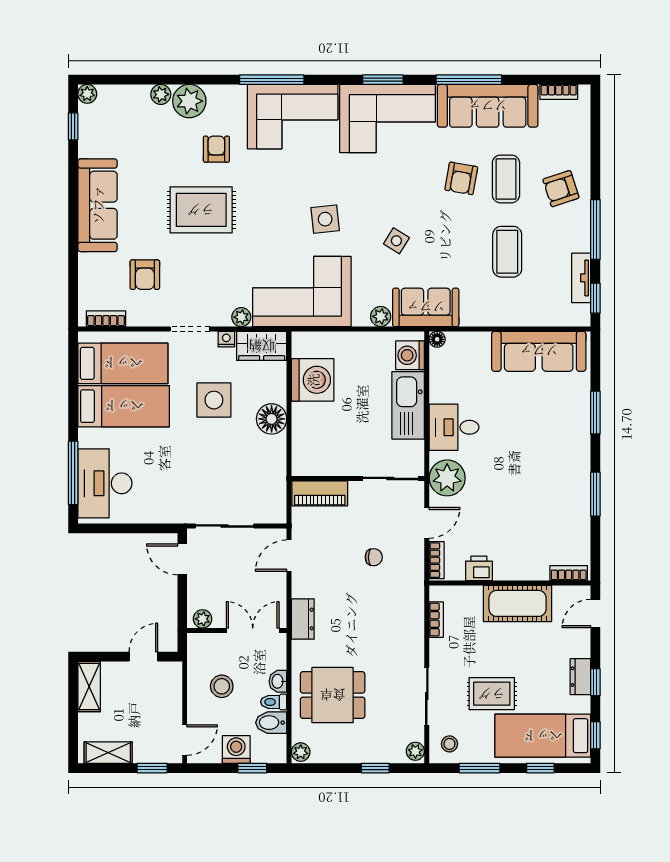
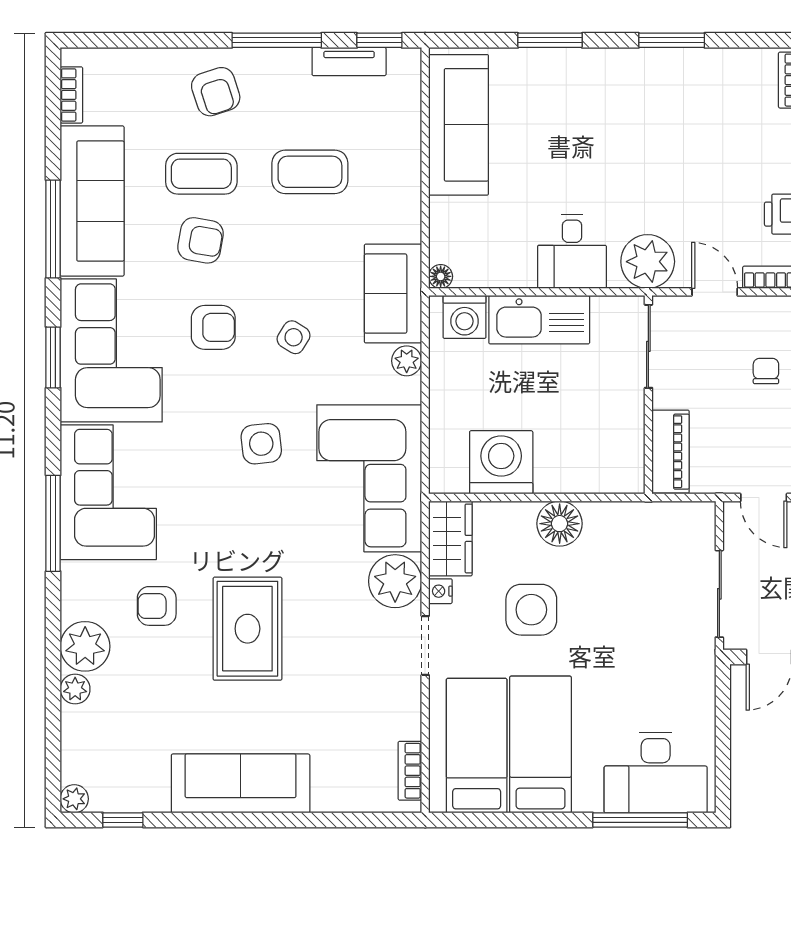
armchair: (145, 275) -> (213, 327), moved
plant: (241, 317) -> (395, 581), width x1.87, depth x1.87

